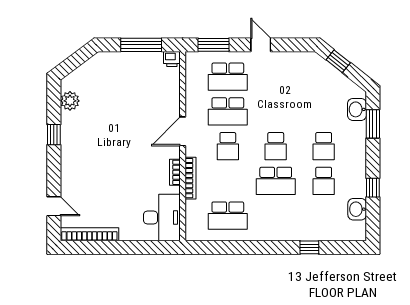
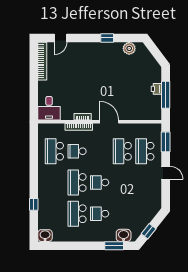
door: (261, 45) -> (166, 173), hinge flipped
printer: (172, 59) -> (156, 89), moved
window: (338, 61) -> (149, 231), moved
school desk: (228, 146) -> (77, 151), moved
school desk: (324, 181) -> (77, 214), width x1.85
window: (373, 188) -> (73, 246), removed
washbasin: (357, 209) -> (45, 236), moved
desk: (162, 218) -> (49, 108), width x0.73

